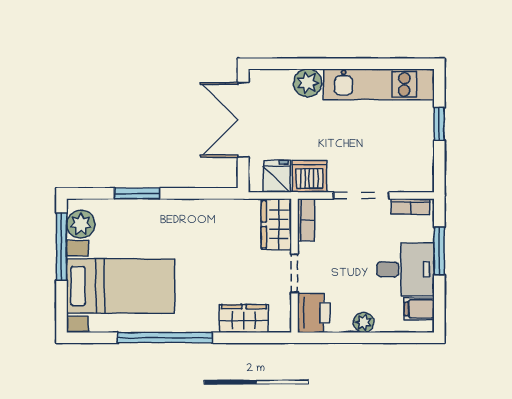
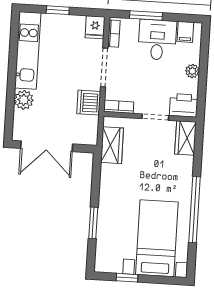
fridge: (277, 176) -> (95, 27), moved, turned -90
plant: (81, 224) -> (112, 263), removed
wardrobe: (276, 224) -> (112, 145), moved, turned -90
window: (61, 247) -> (127, 278), width x0.46
wardrobe: (244, 318) -> (186, 138), moved

